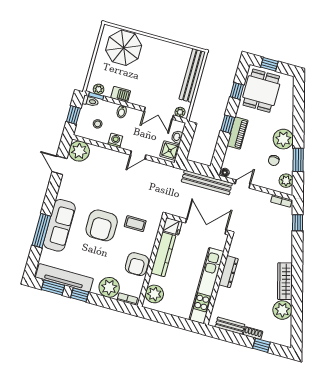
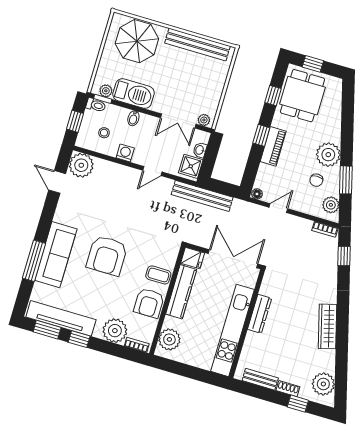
bench: (192, 75) -> (197, 45), moved, turned 90
barbecue: (121, 94) -> (134, 94), width x1.88, depth x1.53
bench: (207, 182) -> (202, 196), moved
coffee table: (135, 224) -> (158, 275), moved
plant: (282, 310) -> (323, 384), moved

